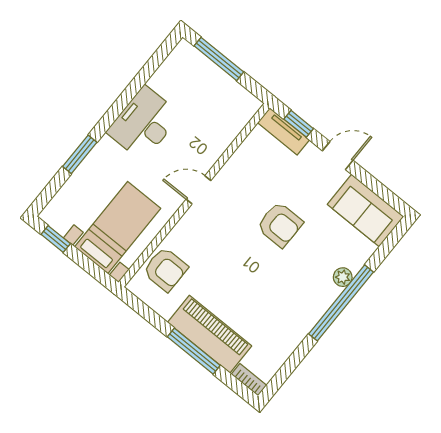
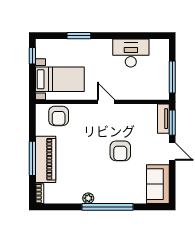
window: (219, 59) -> (172, 77), moved
desk: (144, 123) -> (131, 53), moved
window: (299, 124) -> (172, 123), width x1.50
plant: (343, 277) -> (88, 198), moved

